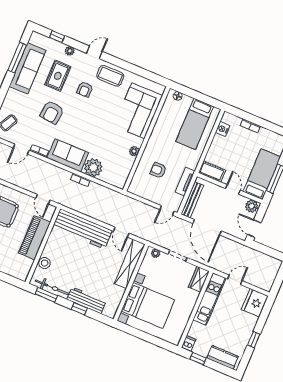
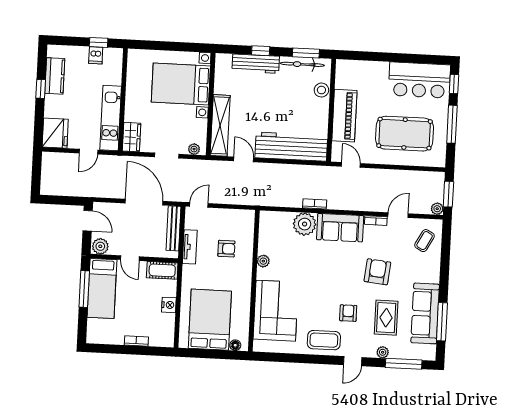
window: (57, 37) -> (404, 364), width x2.17
bed: (195, 124) -> (210, 320), width x1.50
nightstand: (223, 129) -> (169, 305), moved
dishwasher: (189, 344) -> (96, 55), moved
kitchen counter: (223, 357) -> (55, 76), moved, turned -90

